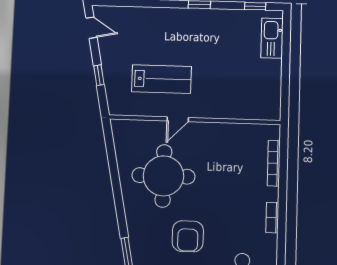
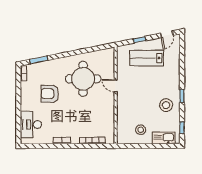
stool: (215, 33) -> (166, 105), added
stool: (257, 78) -> (141, 130), added
lab bench: (161, 79) -> (147, 58), moved, turned 90

